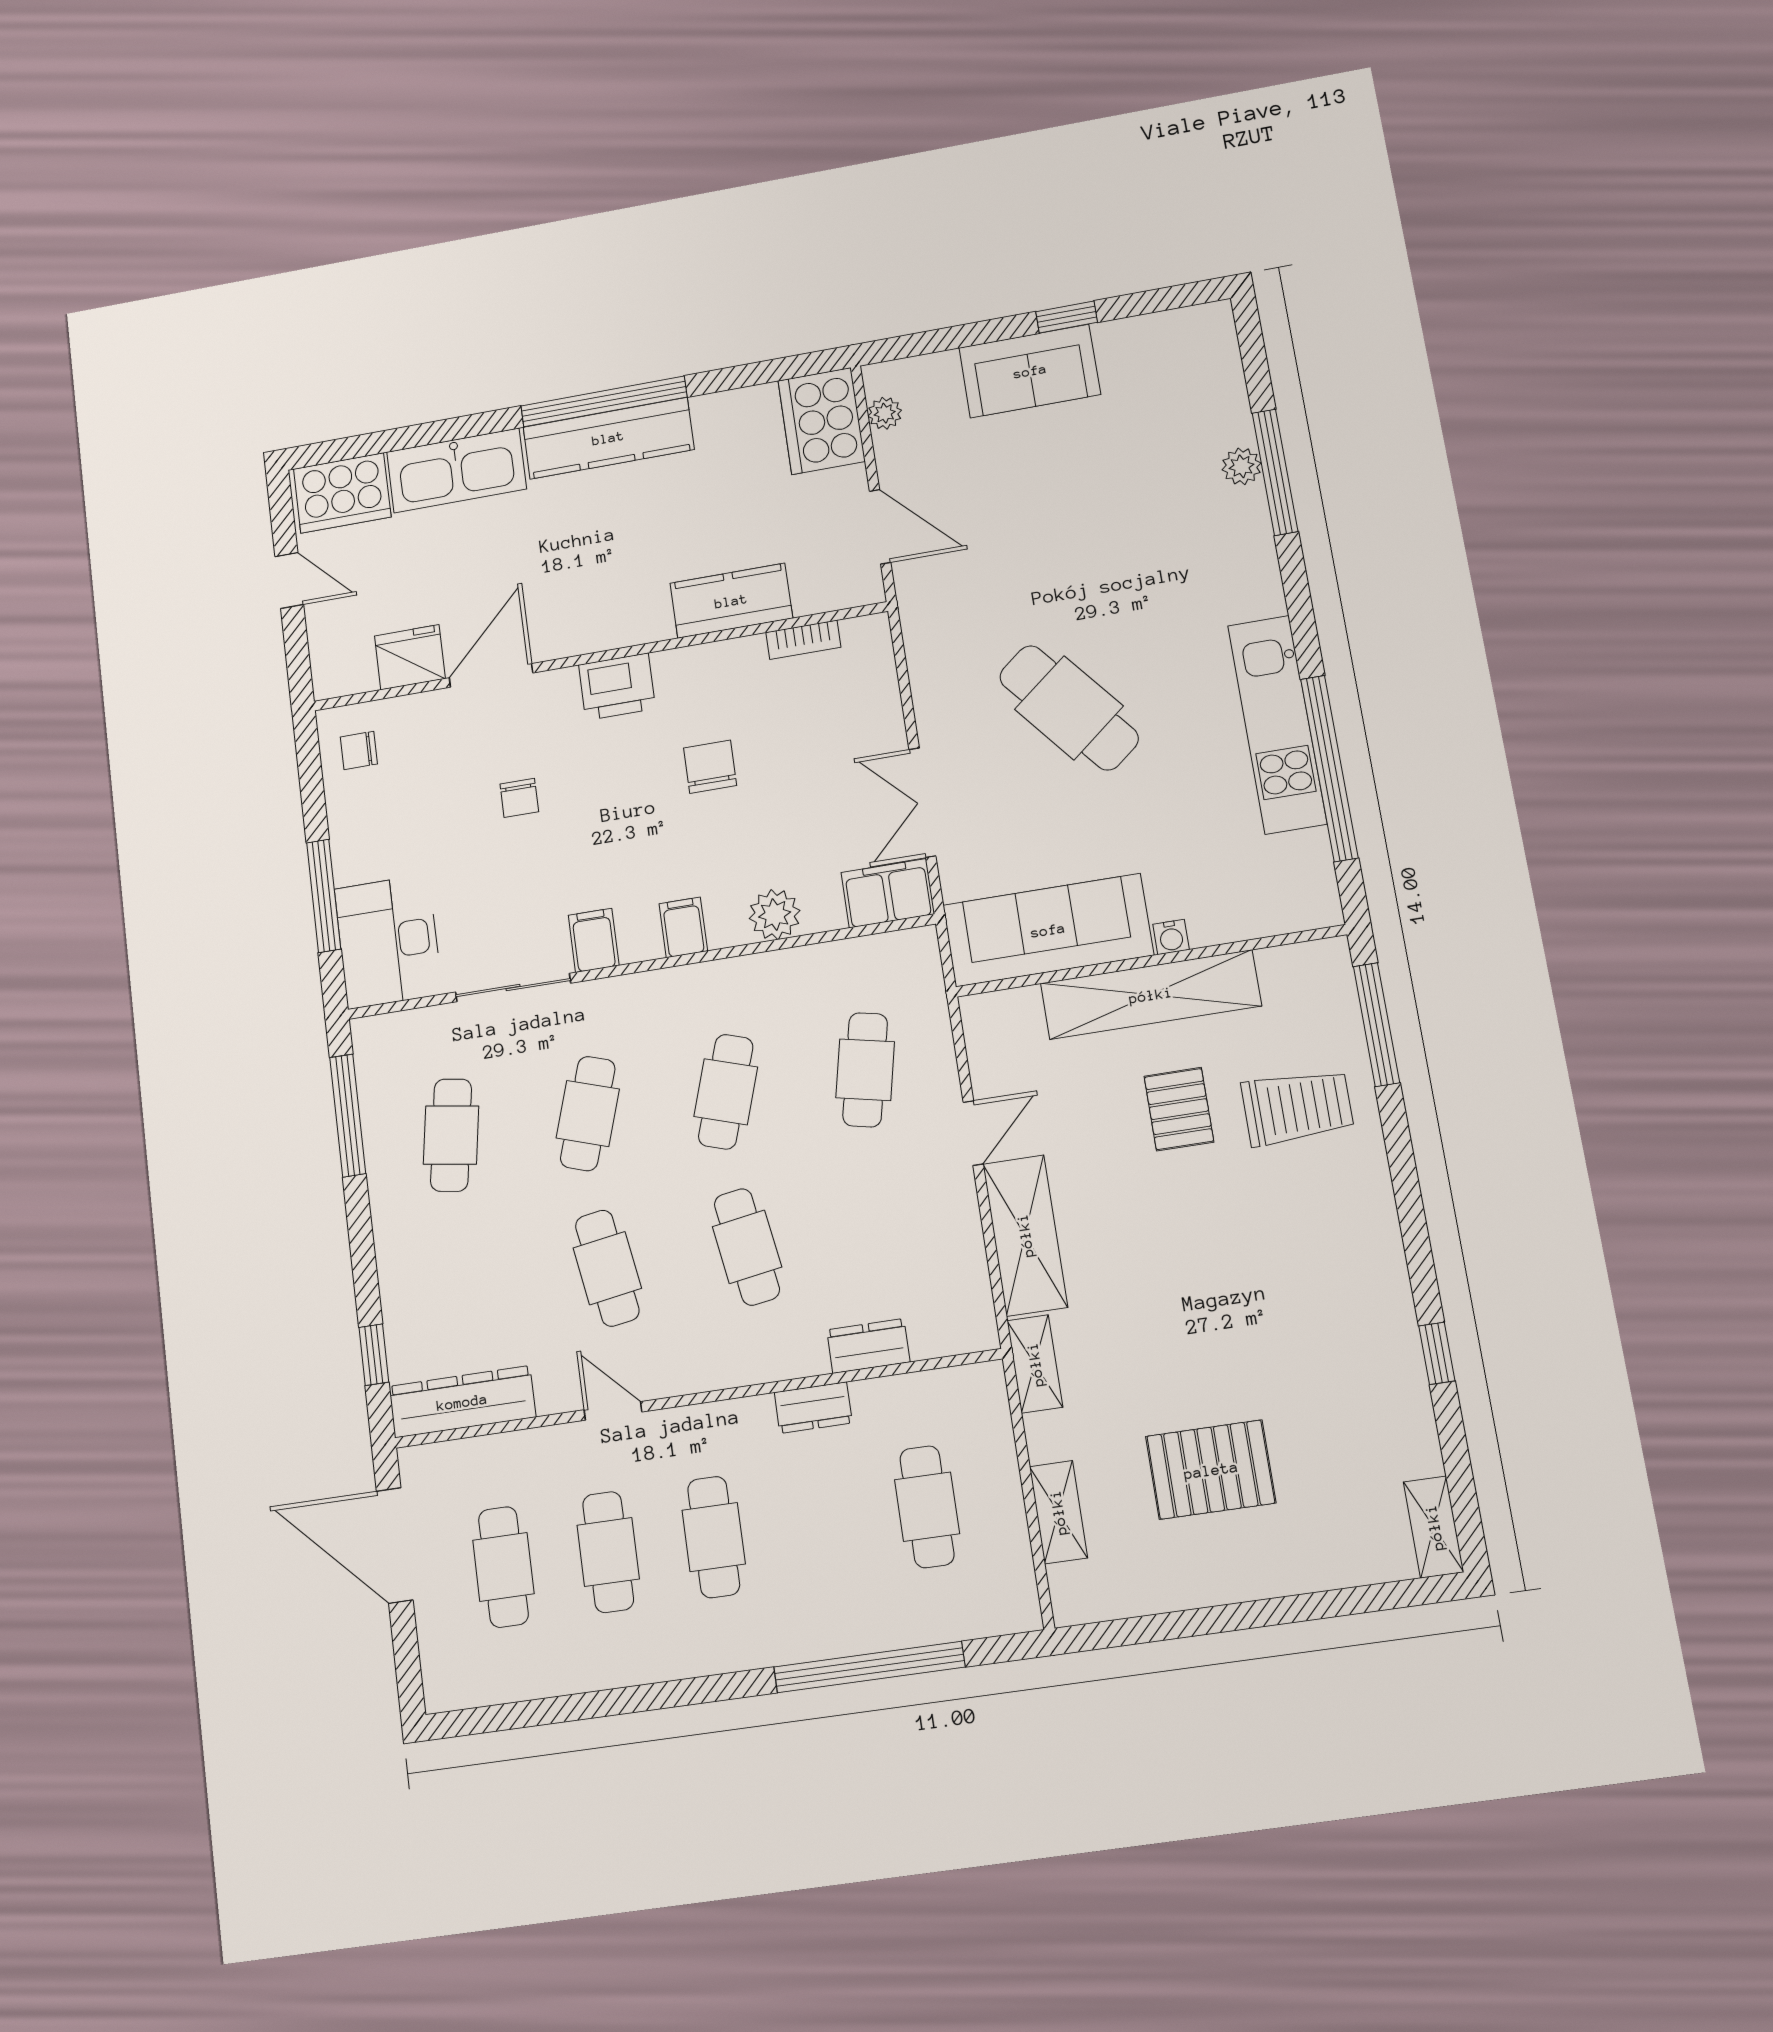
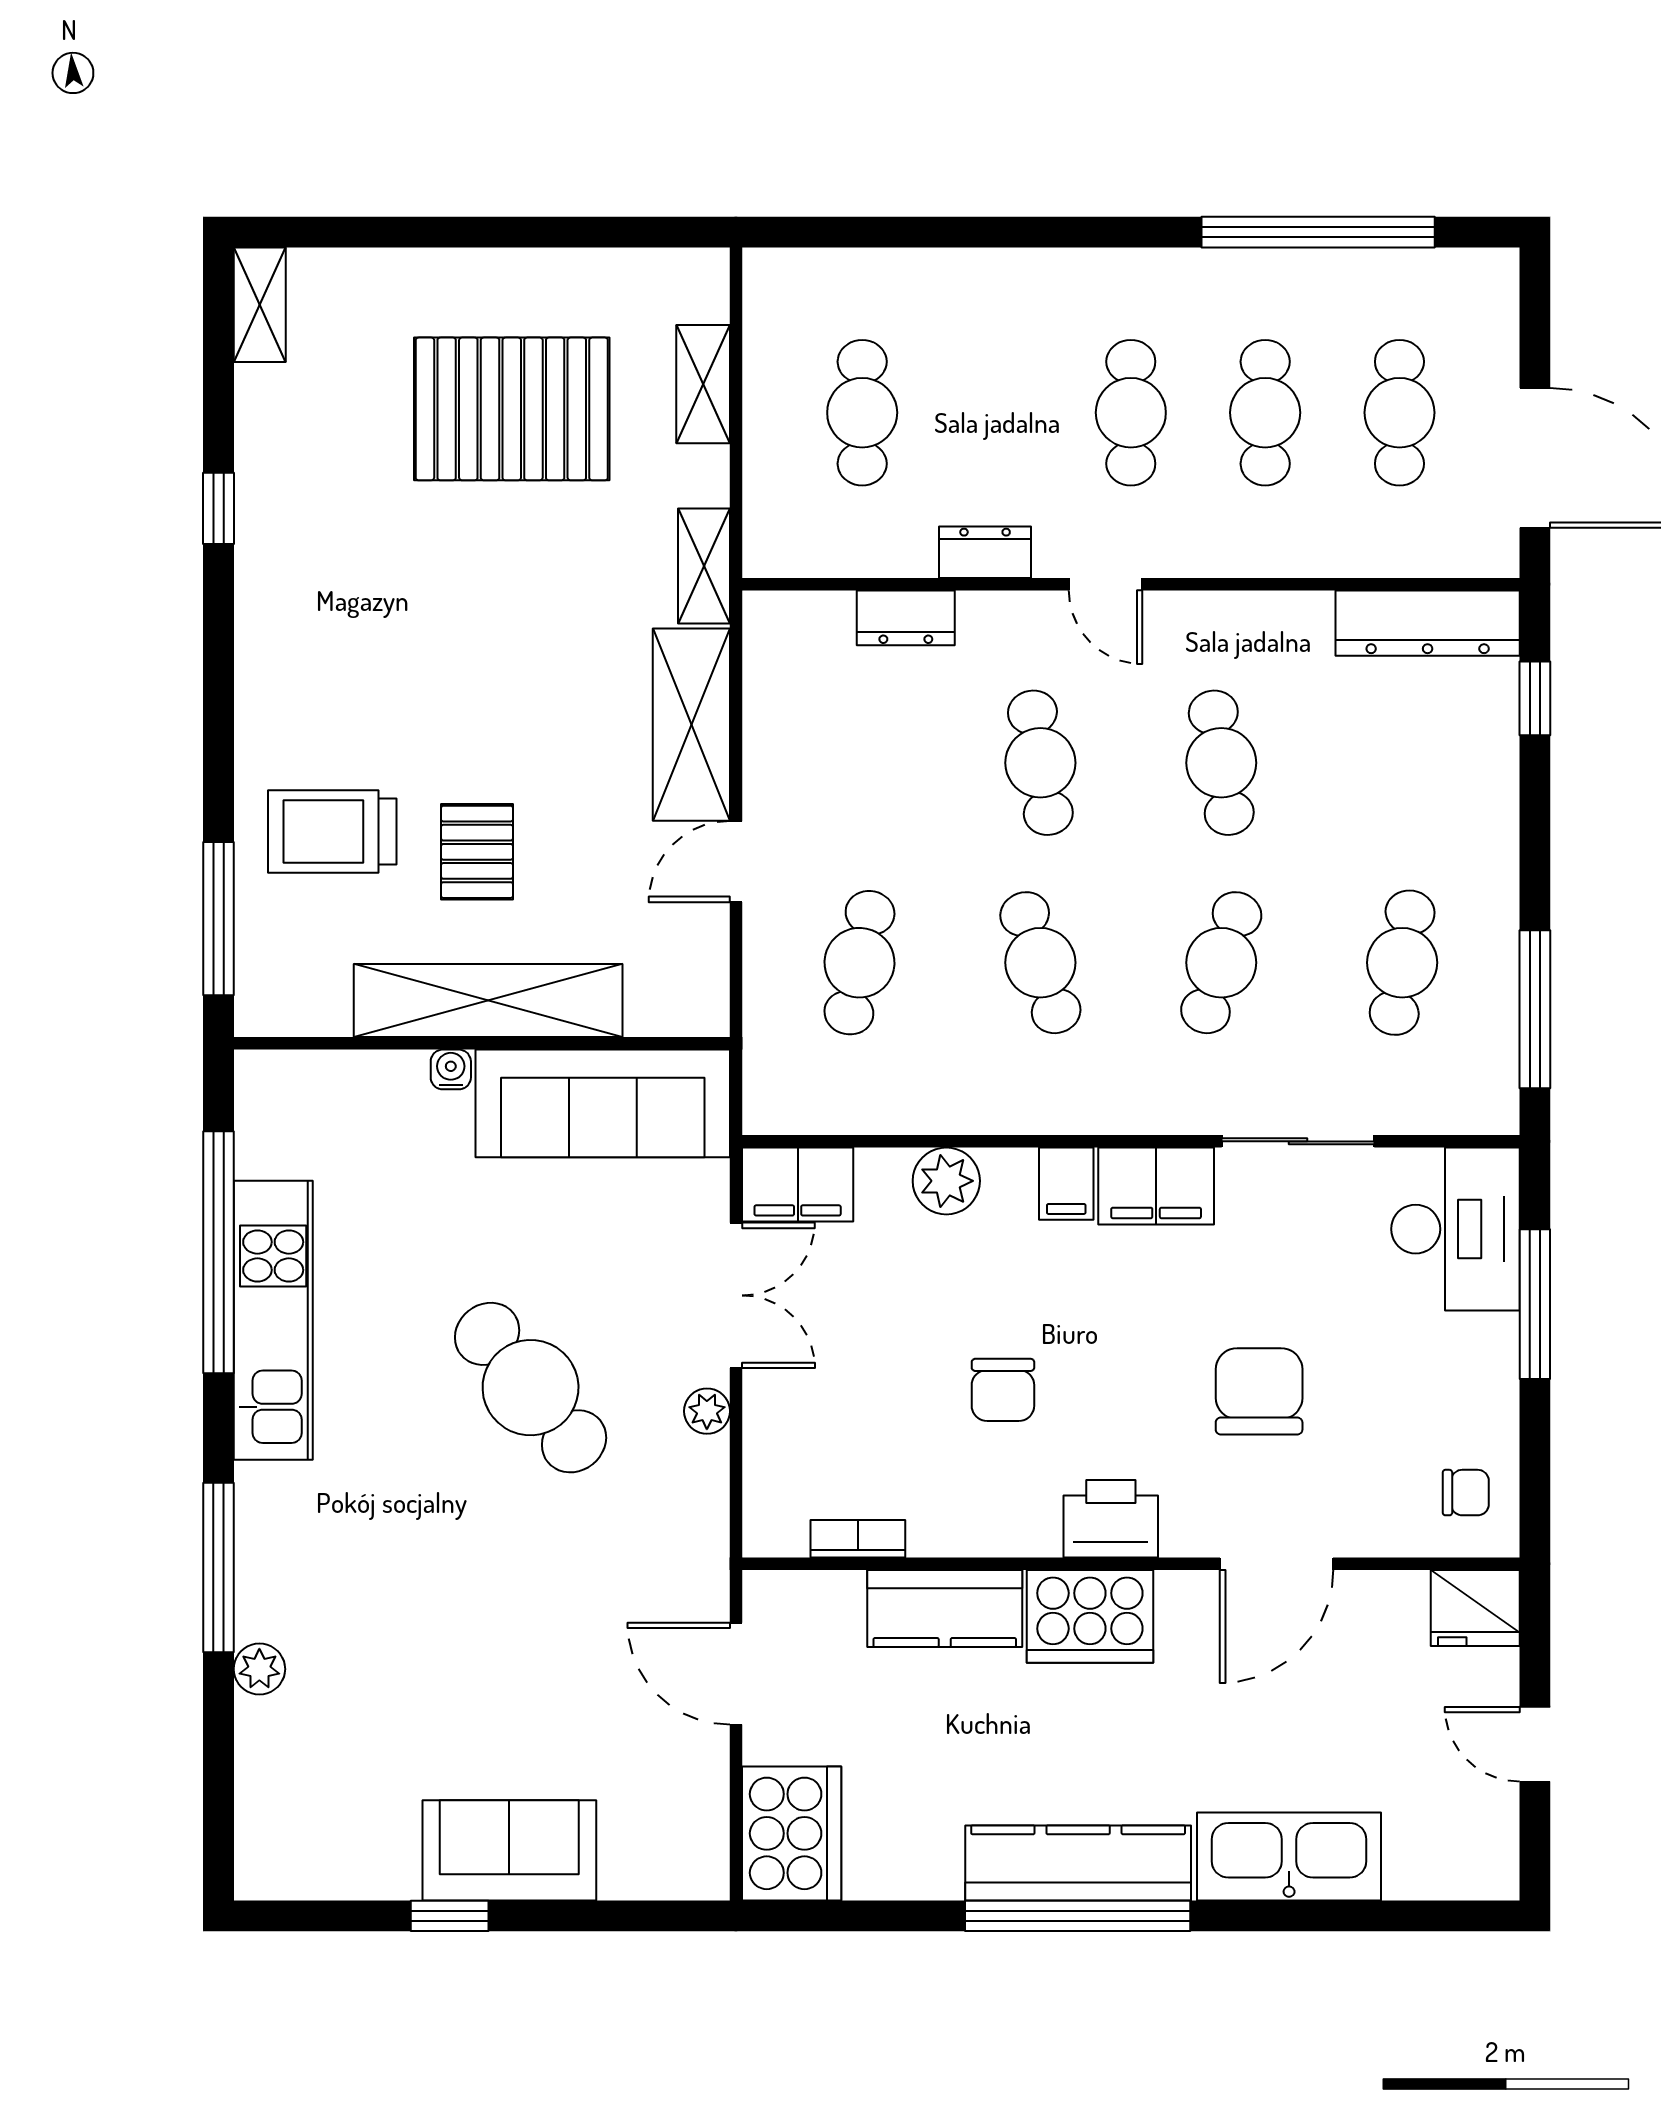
plant: (885, 413) -> (707, 1411), moved
window: (1275, 472) -> (219, 1567), moved
cooker: (342, 493) -> (1090, 1616), moved, turned 180
fridge: (410, 657) -> (1475, 1608), moved
chair: (519, 798) -> (1259, 1391), width x1.87, depth x1.87
filing cabinet: (594, 940) -> (1156, 1186), width x2.00
cafe table: (726, 1092) -> (1040, 963), turned -36
door: (613, 1411) -> (1106, 584), moved
pallet: (1211, 1470) -> (512, 409), width x1.37, depth x1.41
window: (869, 1667) -> (1318, 232), moved

